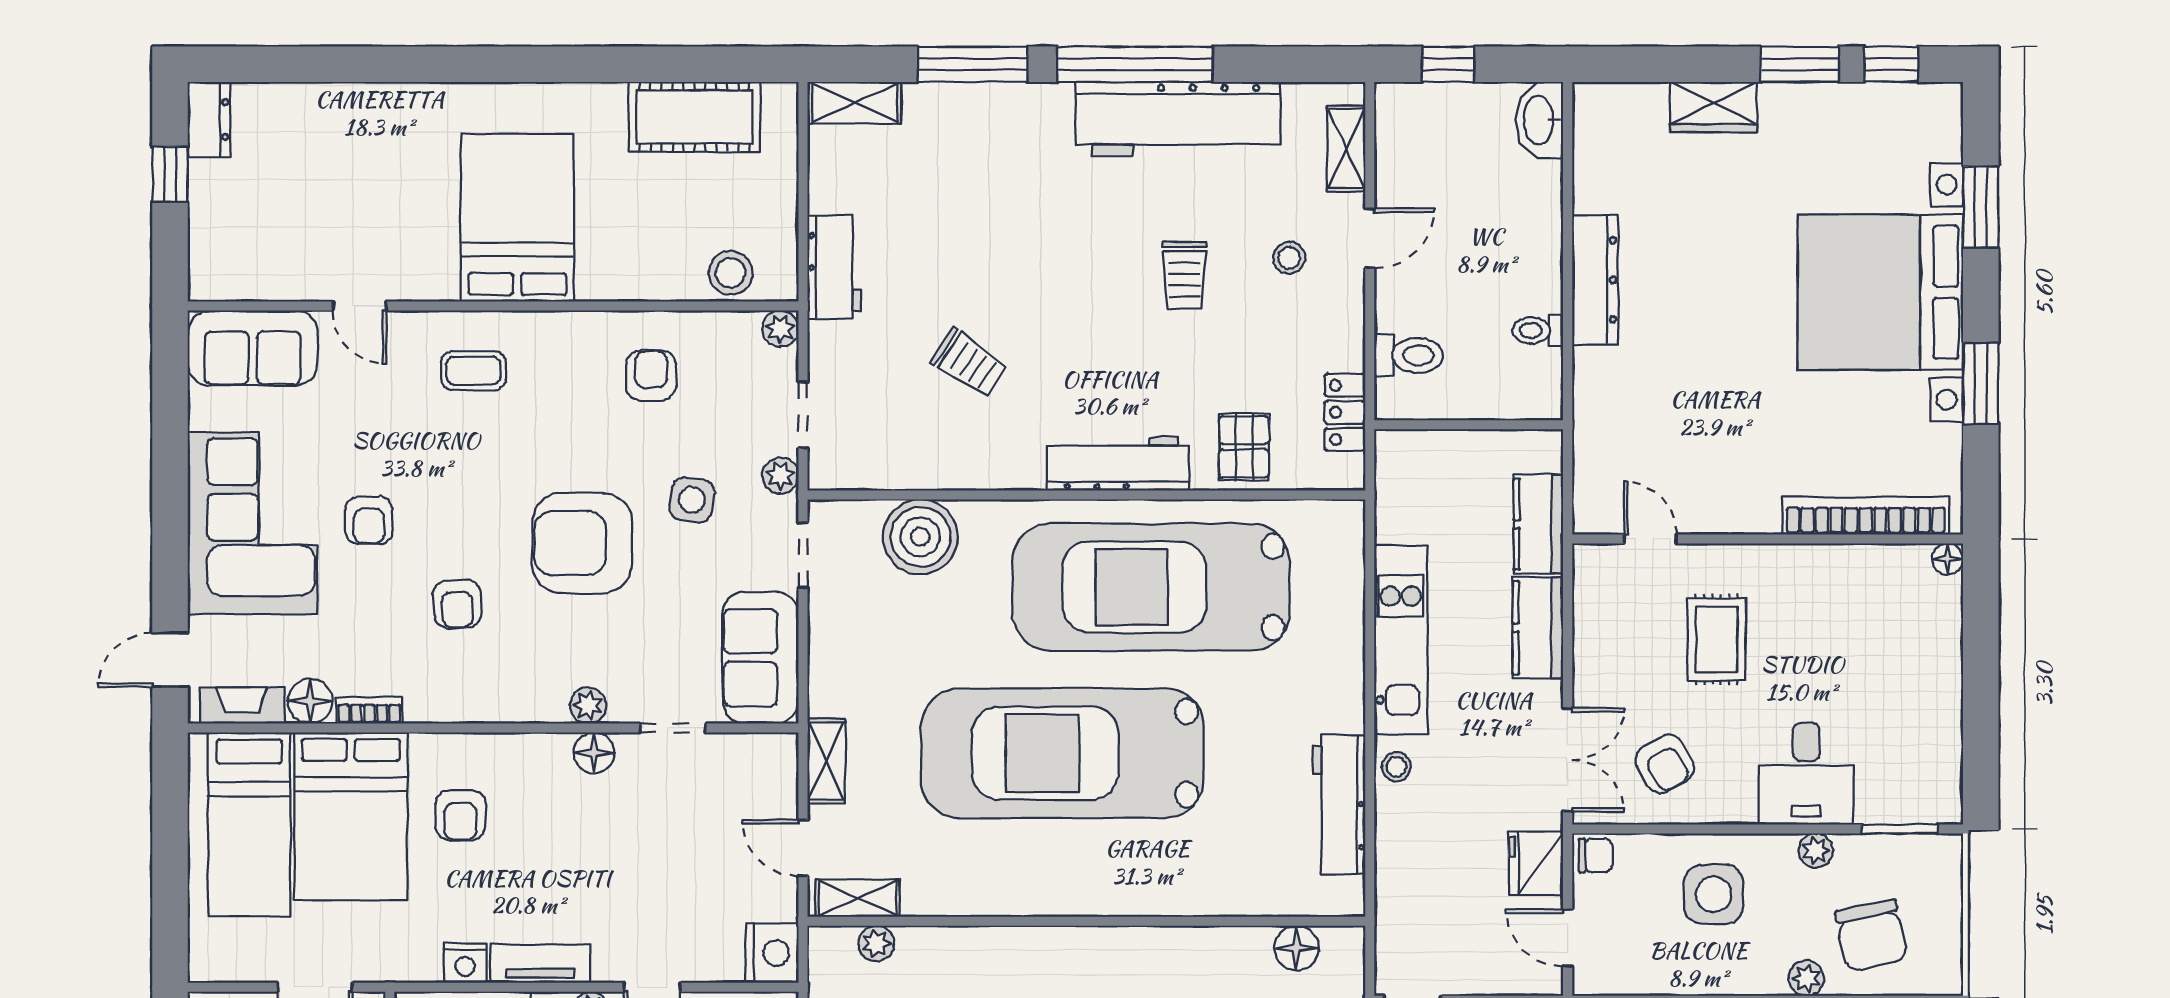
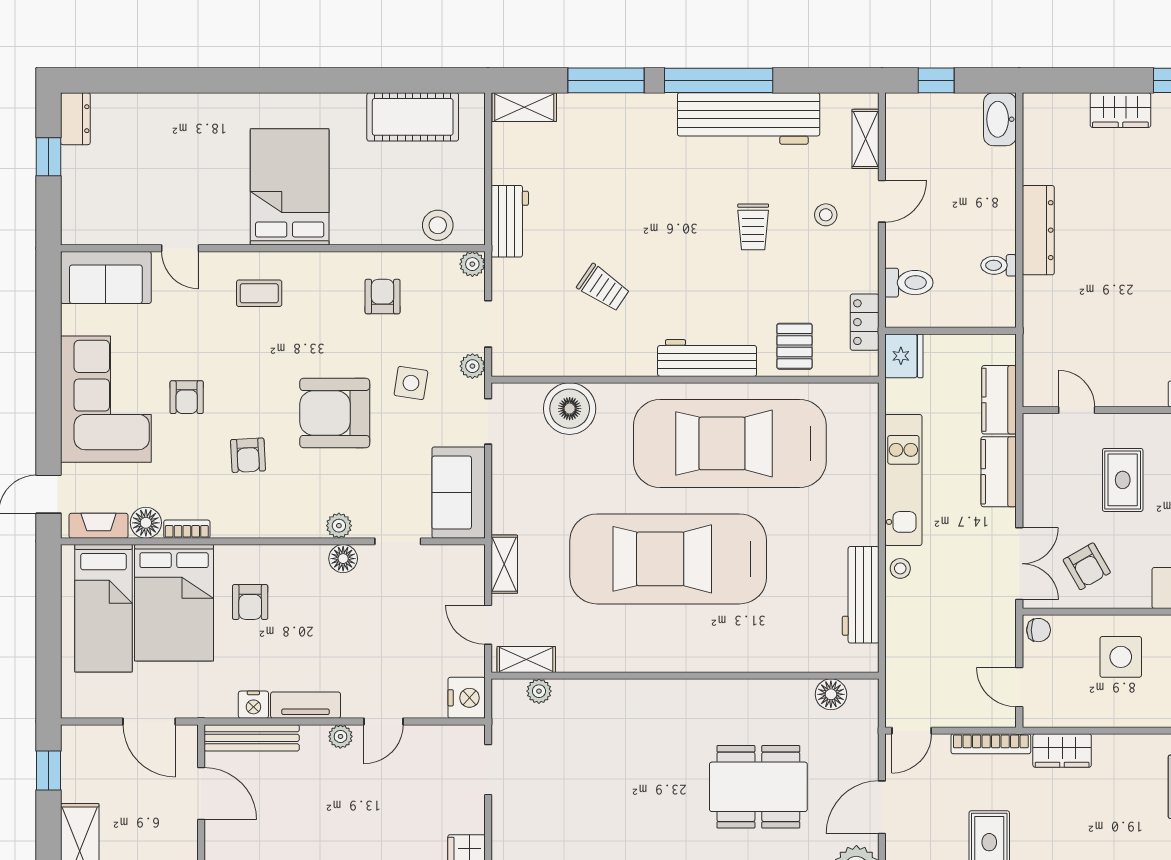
fridge: (1536, 864) -> (904, 356), moved, turned 180

